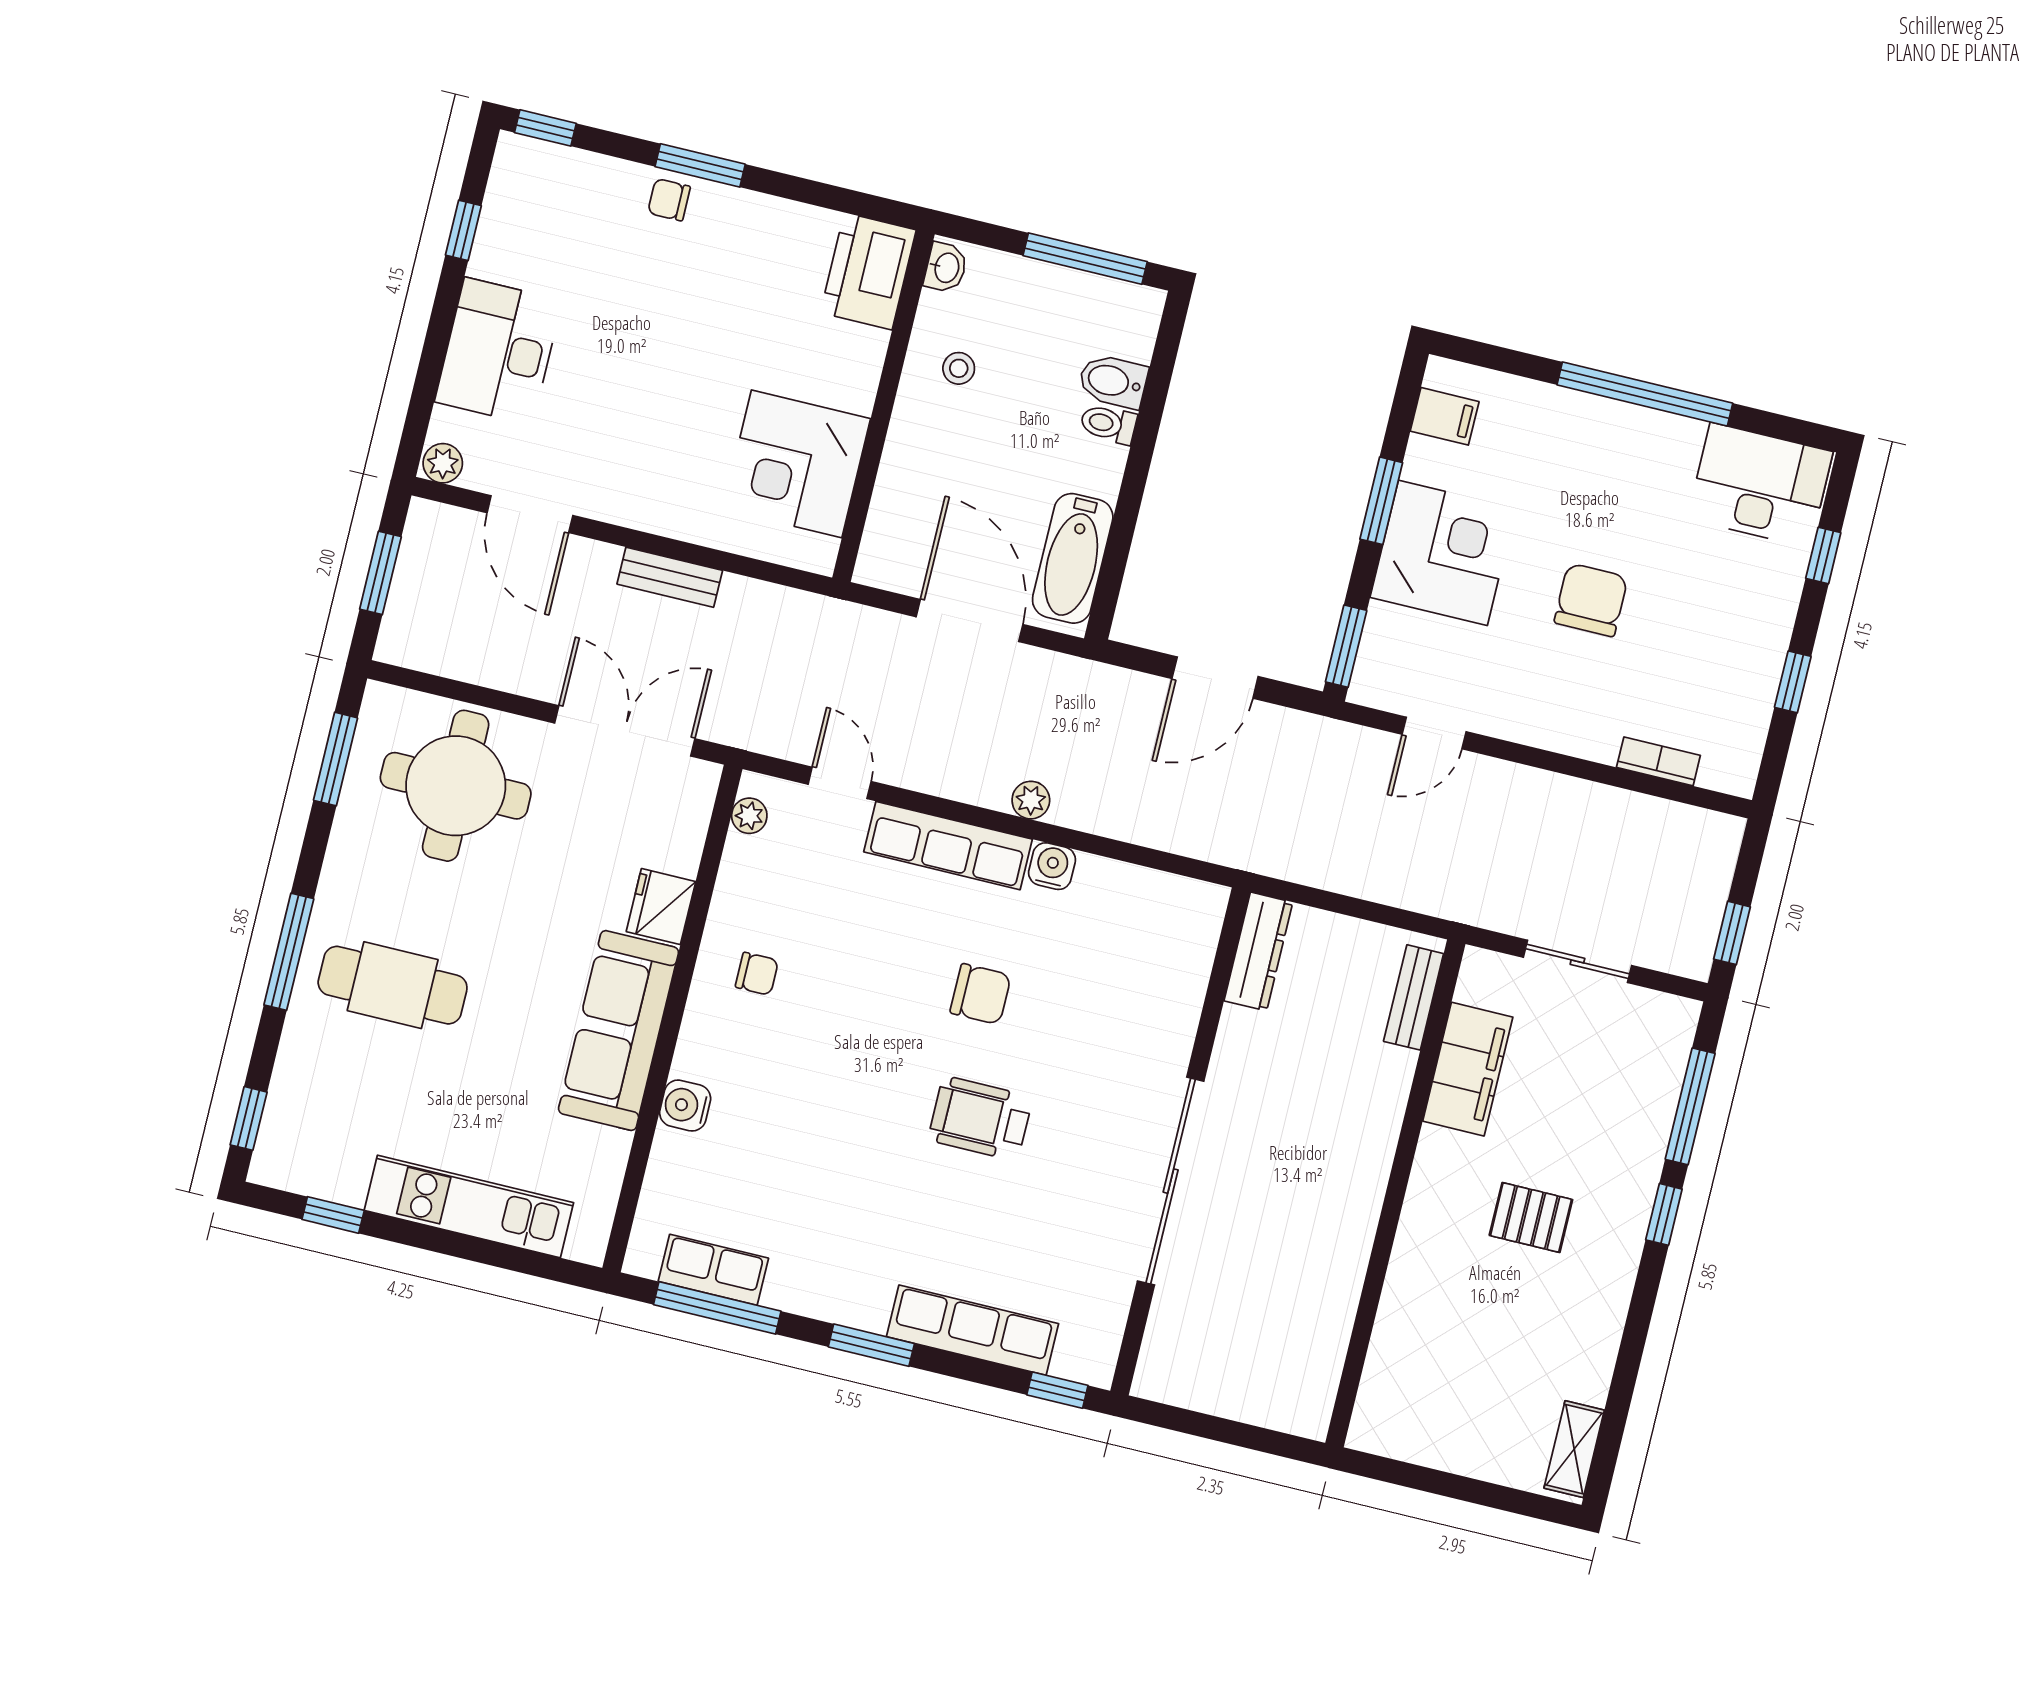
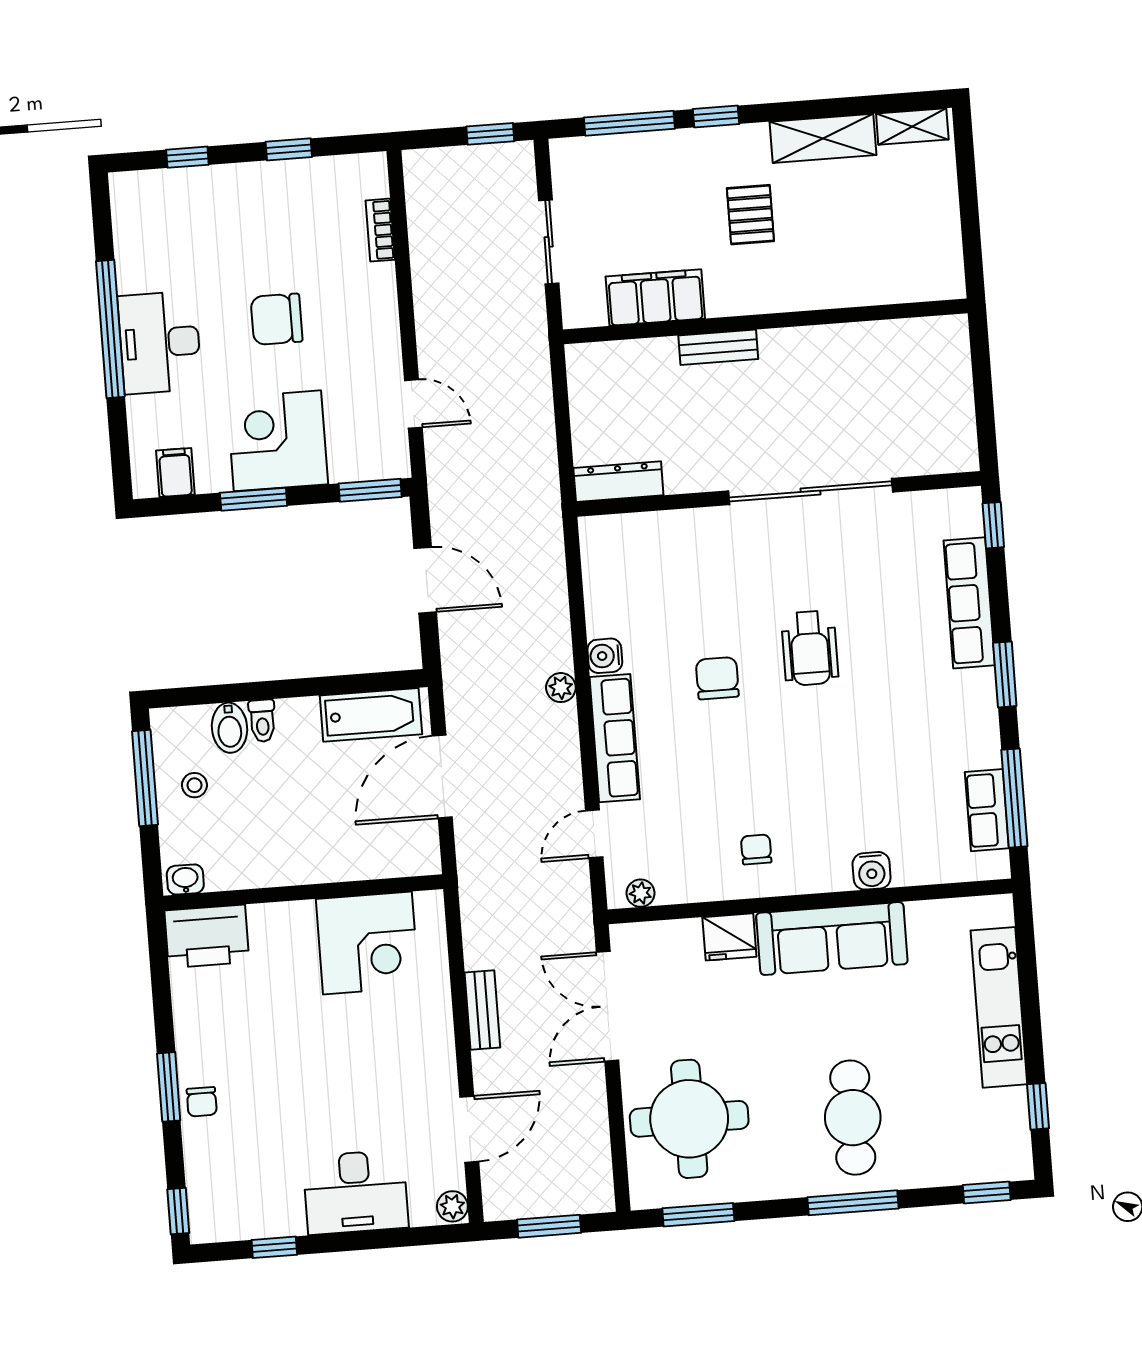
stool: (959, 368) -> (194, 785), moved
desk: (1760, 485) -> (160, 343), moved
bench: (1414, 997) -> (718, 347), moved
shelving: (1595, 1336) -> (823, 138), added

